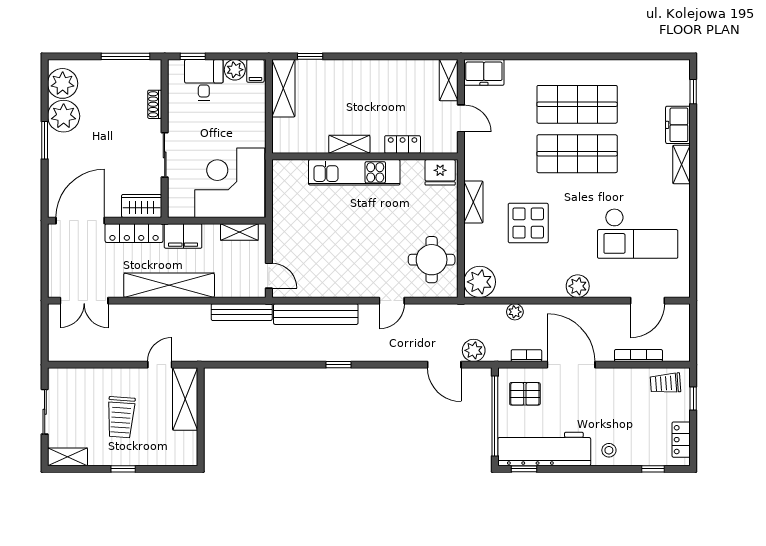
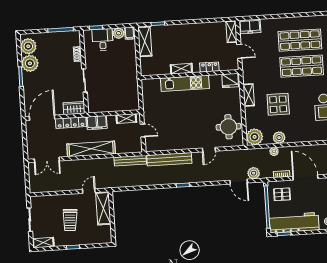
corner desk: (230, 183) -> (120, 93), removed
door: (269, 276) -> (143, 130), moved
plant: (578, 286) -> (279, 138), moved

